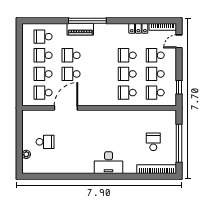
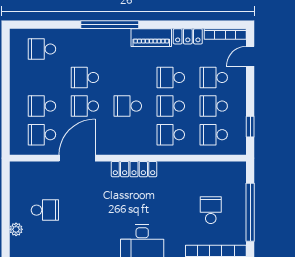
piano: (80, 29) -> (151, 38), moved
school desk: (43, 55) -> (128, 106), moved
locker: (103, 115) -> (134, 169), added

